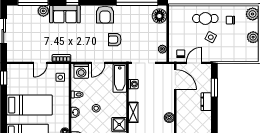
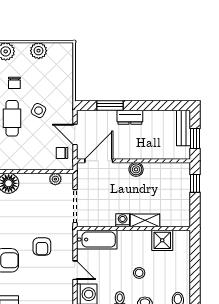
washing machine: (133, 84) -> (123, 220), moved
boiler: (169, 118) -> (136, 169), moved

